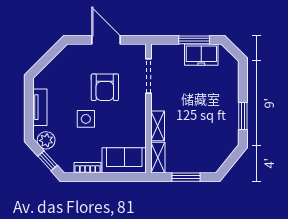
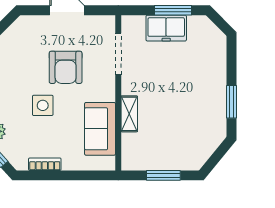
freezer: (201, 55) -> (166, 28), moved
shelving: (158, 158) -> (129, 152), removed
sofa: (124, 160) -> (100, 129), moved, turned -90

